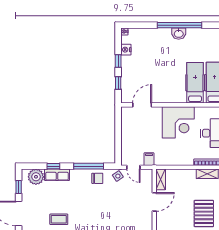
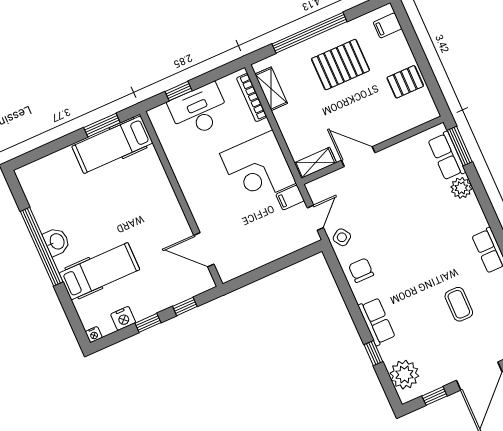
hospital bed: (195, 83) -> (99, 271), moved, turned 180
corner desk: (178, 122) -> (258, 168), moved, turned 180
window: (89, 166) -> (347, 294), removed
row of seats: (57, 175) -> (377, 321), moved

